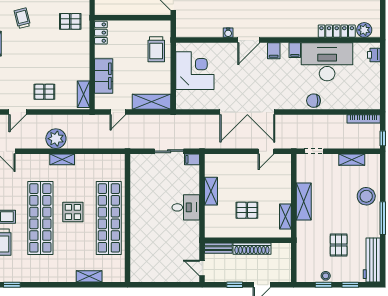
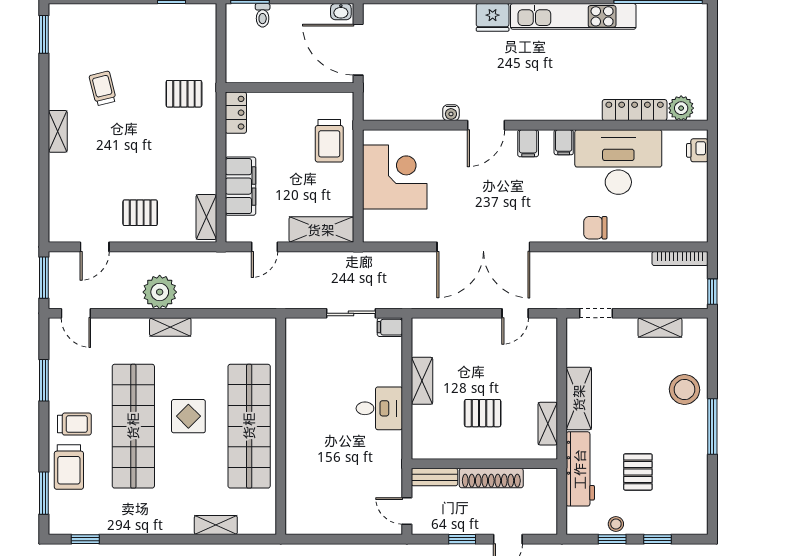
workbench: (372, 260) -> (580, 469), moved, turned 180

